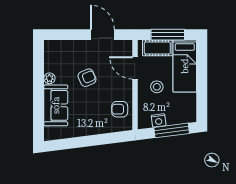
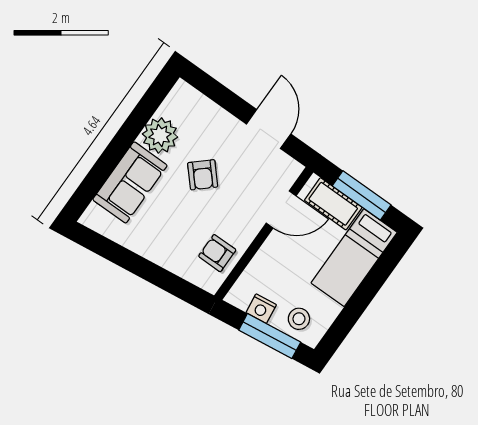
door: (135, 68) -> (281, 209), swing flipped
plant: (49, 78) -> (160, 135), width x1.88, depth x1.88
armchair: (87, 78) -> (203, 175), turned 72
stool: (157, 87) -> (299, 319), moved

